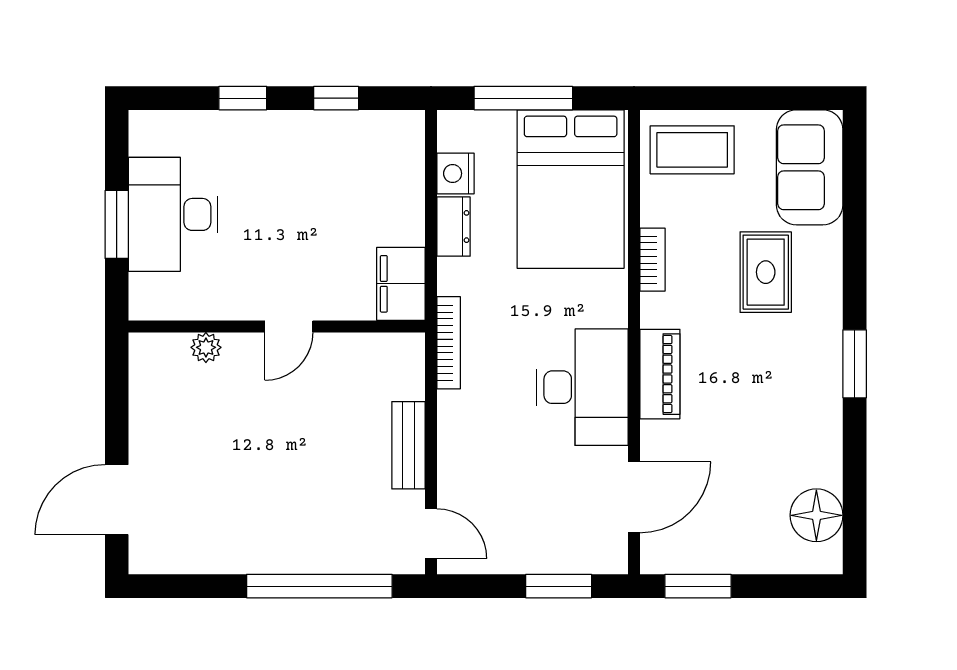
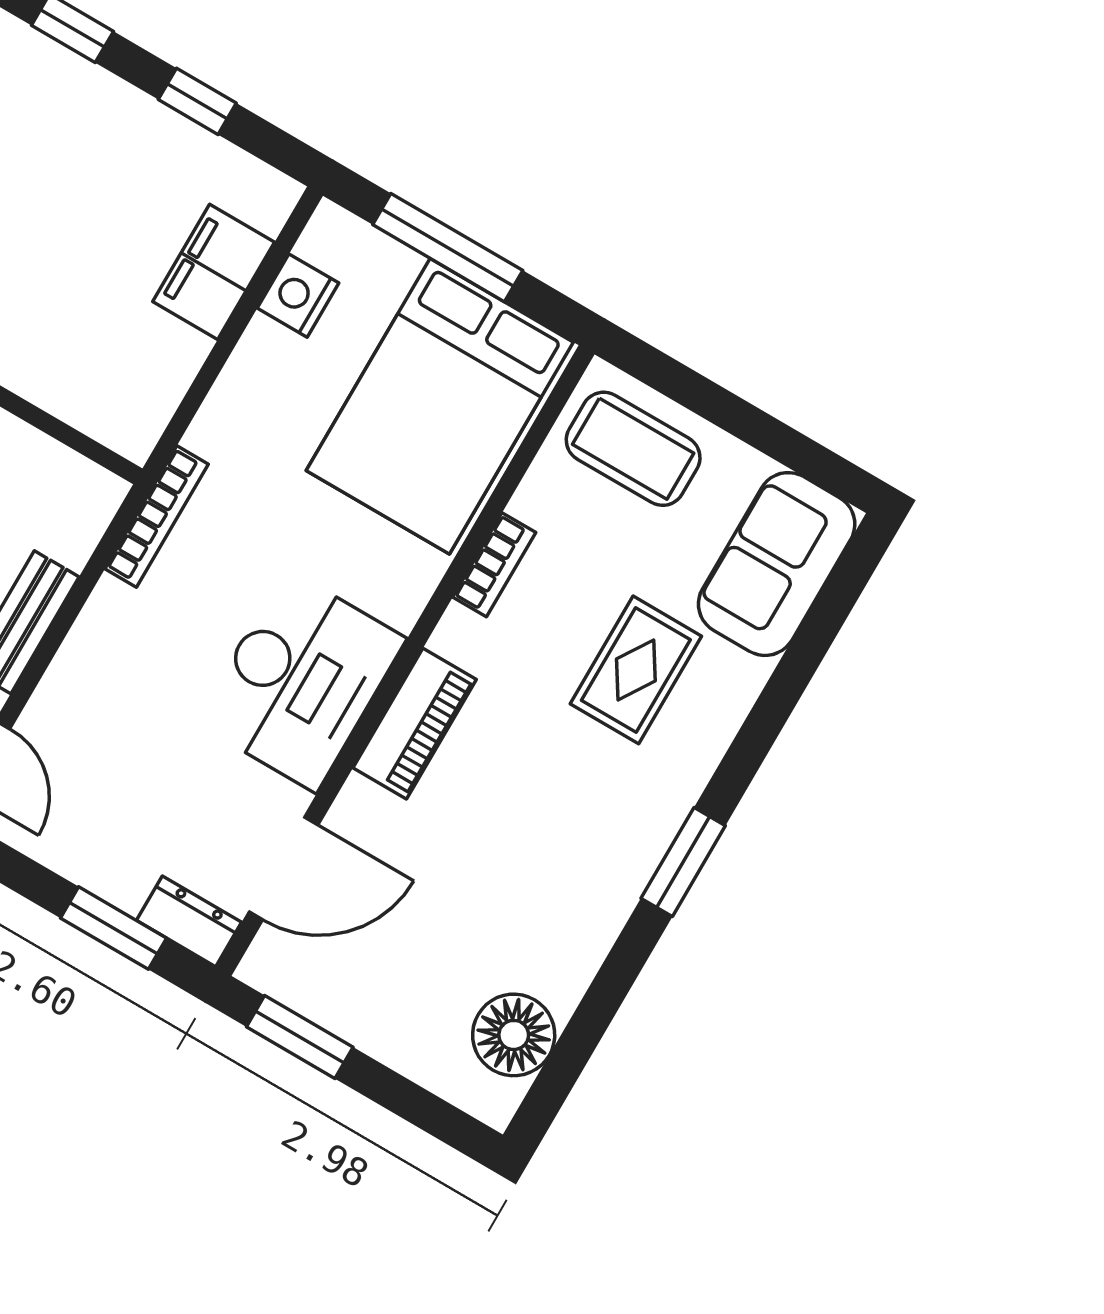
dresser: (454, 227) -> (189, 921), moved, turned -90
filing cabinet: (401, 284) -> (214, 272), moved

